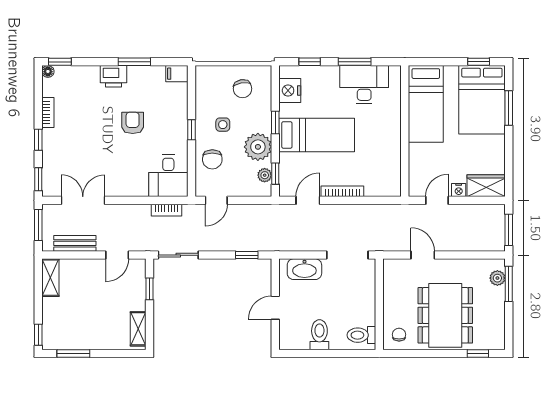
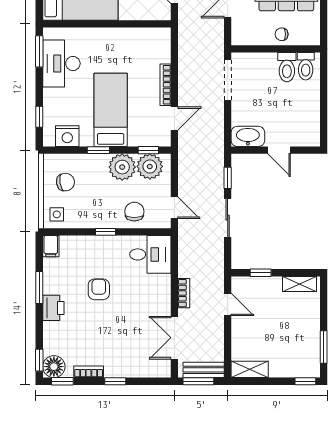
window: (355, 62) -> (39, 51), moved
floor lamp: (48, 71) -> (54, 367), width x1.89, depth x1.89
armchair: (133, 123) -> (99, 289), turned 90
side table: (223, 125) -> (57, 214), moved
chair: (212, 159) -> (134, 212), turned -90
plant: (265, 175) -> (150, 166), width x1.88, depth x1.88
window: (38, 179) -> (62, 381), moved
door: (308, 200) -> (174, 118), swing flipped
bookcase: (166, 210) -> (184, 293), moved
bench: (75, 243) -> (204, 370), moved, turned 90
sliding door: (178, 255) -> (228, 218), moved
washbasin: (304, 269) -> (248, 136), moved, turned -90
toilet: (319, 335) -> (287, 67), moved, turned -90
chair: (399, 335) -> (282, 34), moved

